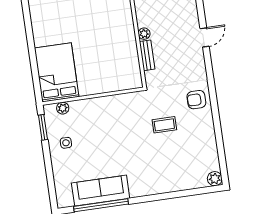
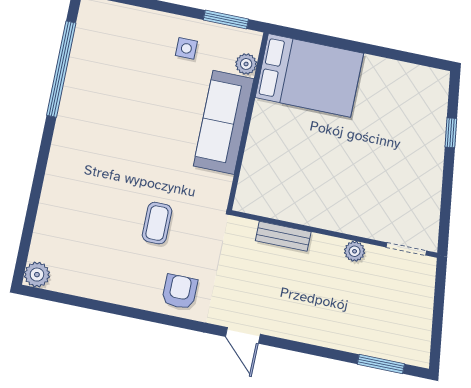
plant: (144, 34) -> (355, 251), moved
door: (205, 37) -> (243, 335), moved
sofa: (101, 191) -> (224, 122), moved, turned 180

